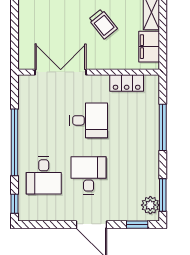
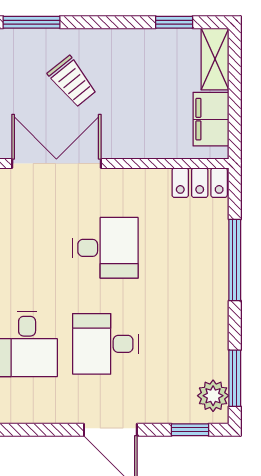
trolley: (103, 24) -> (72, 82), moved
locker: (127, 83) -> (200, 183), moved
desk: (89, 175) -> (105, 344), turned -90

